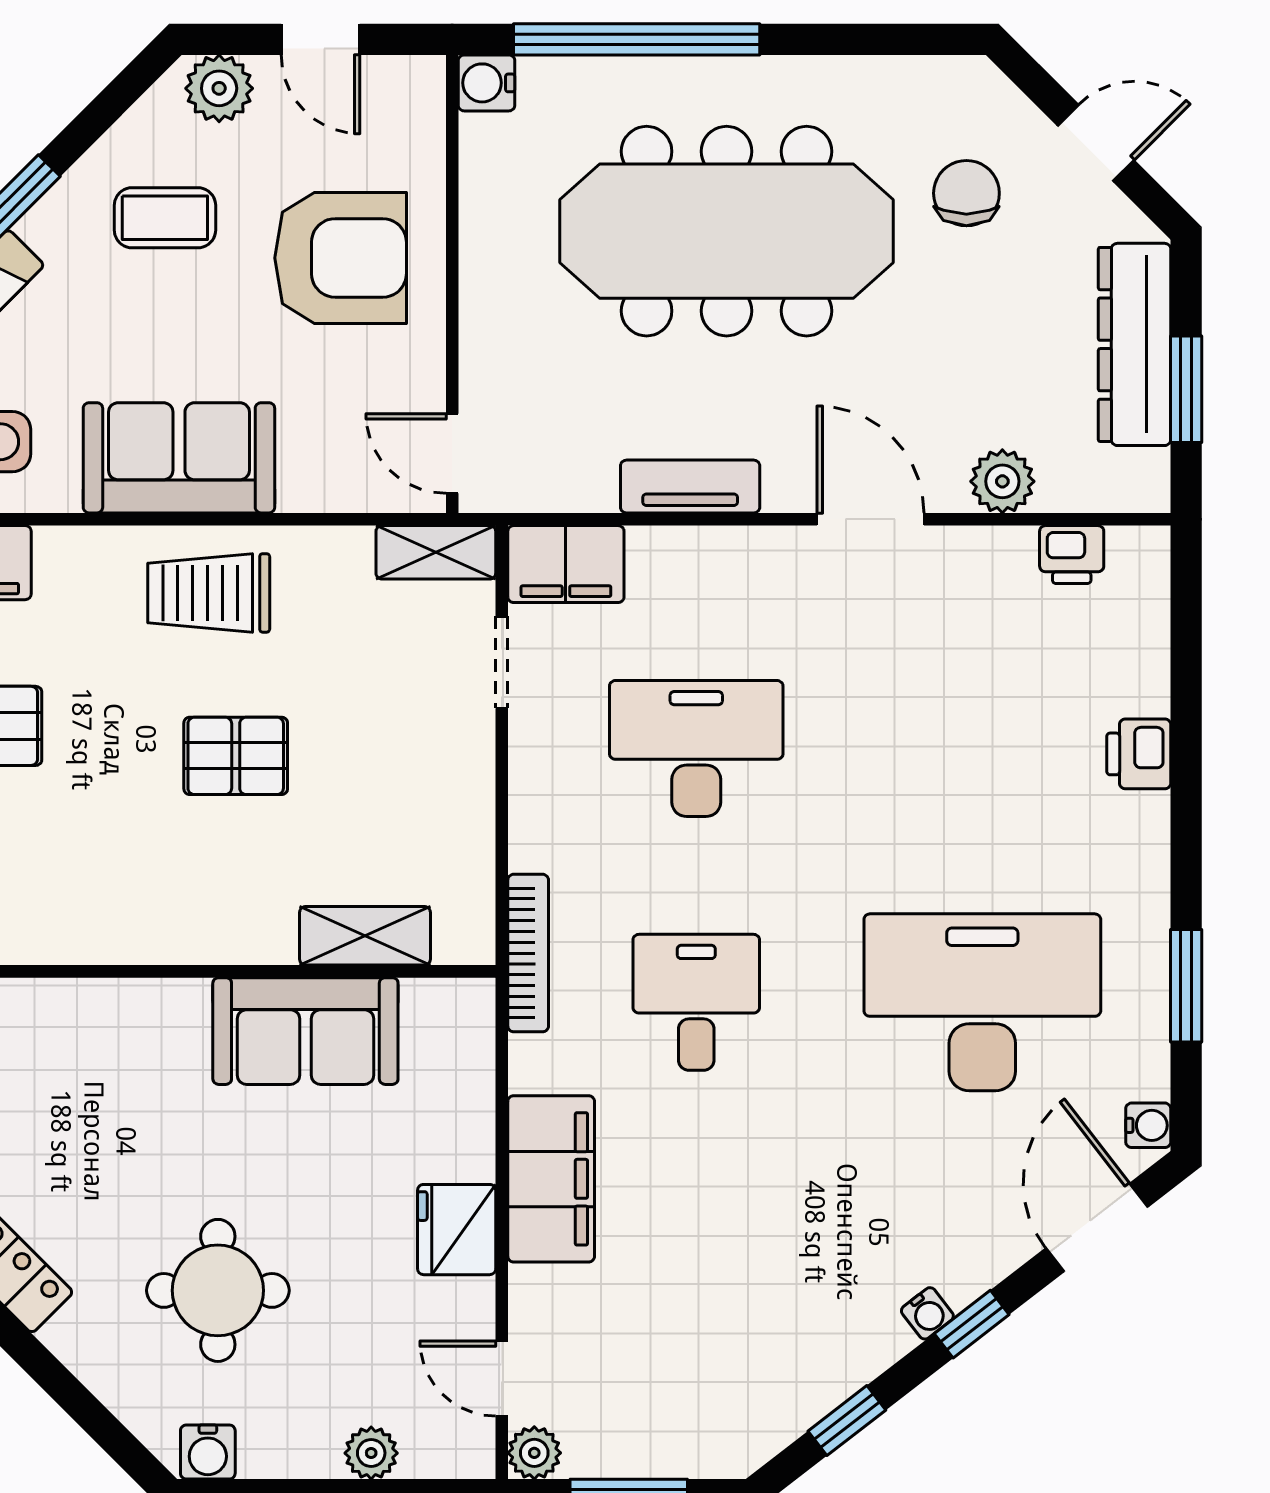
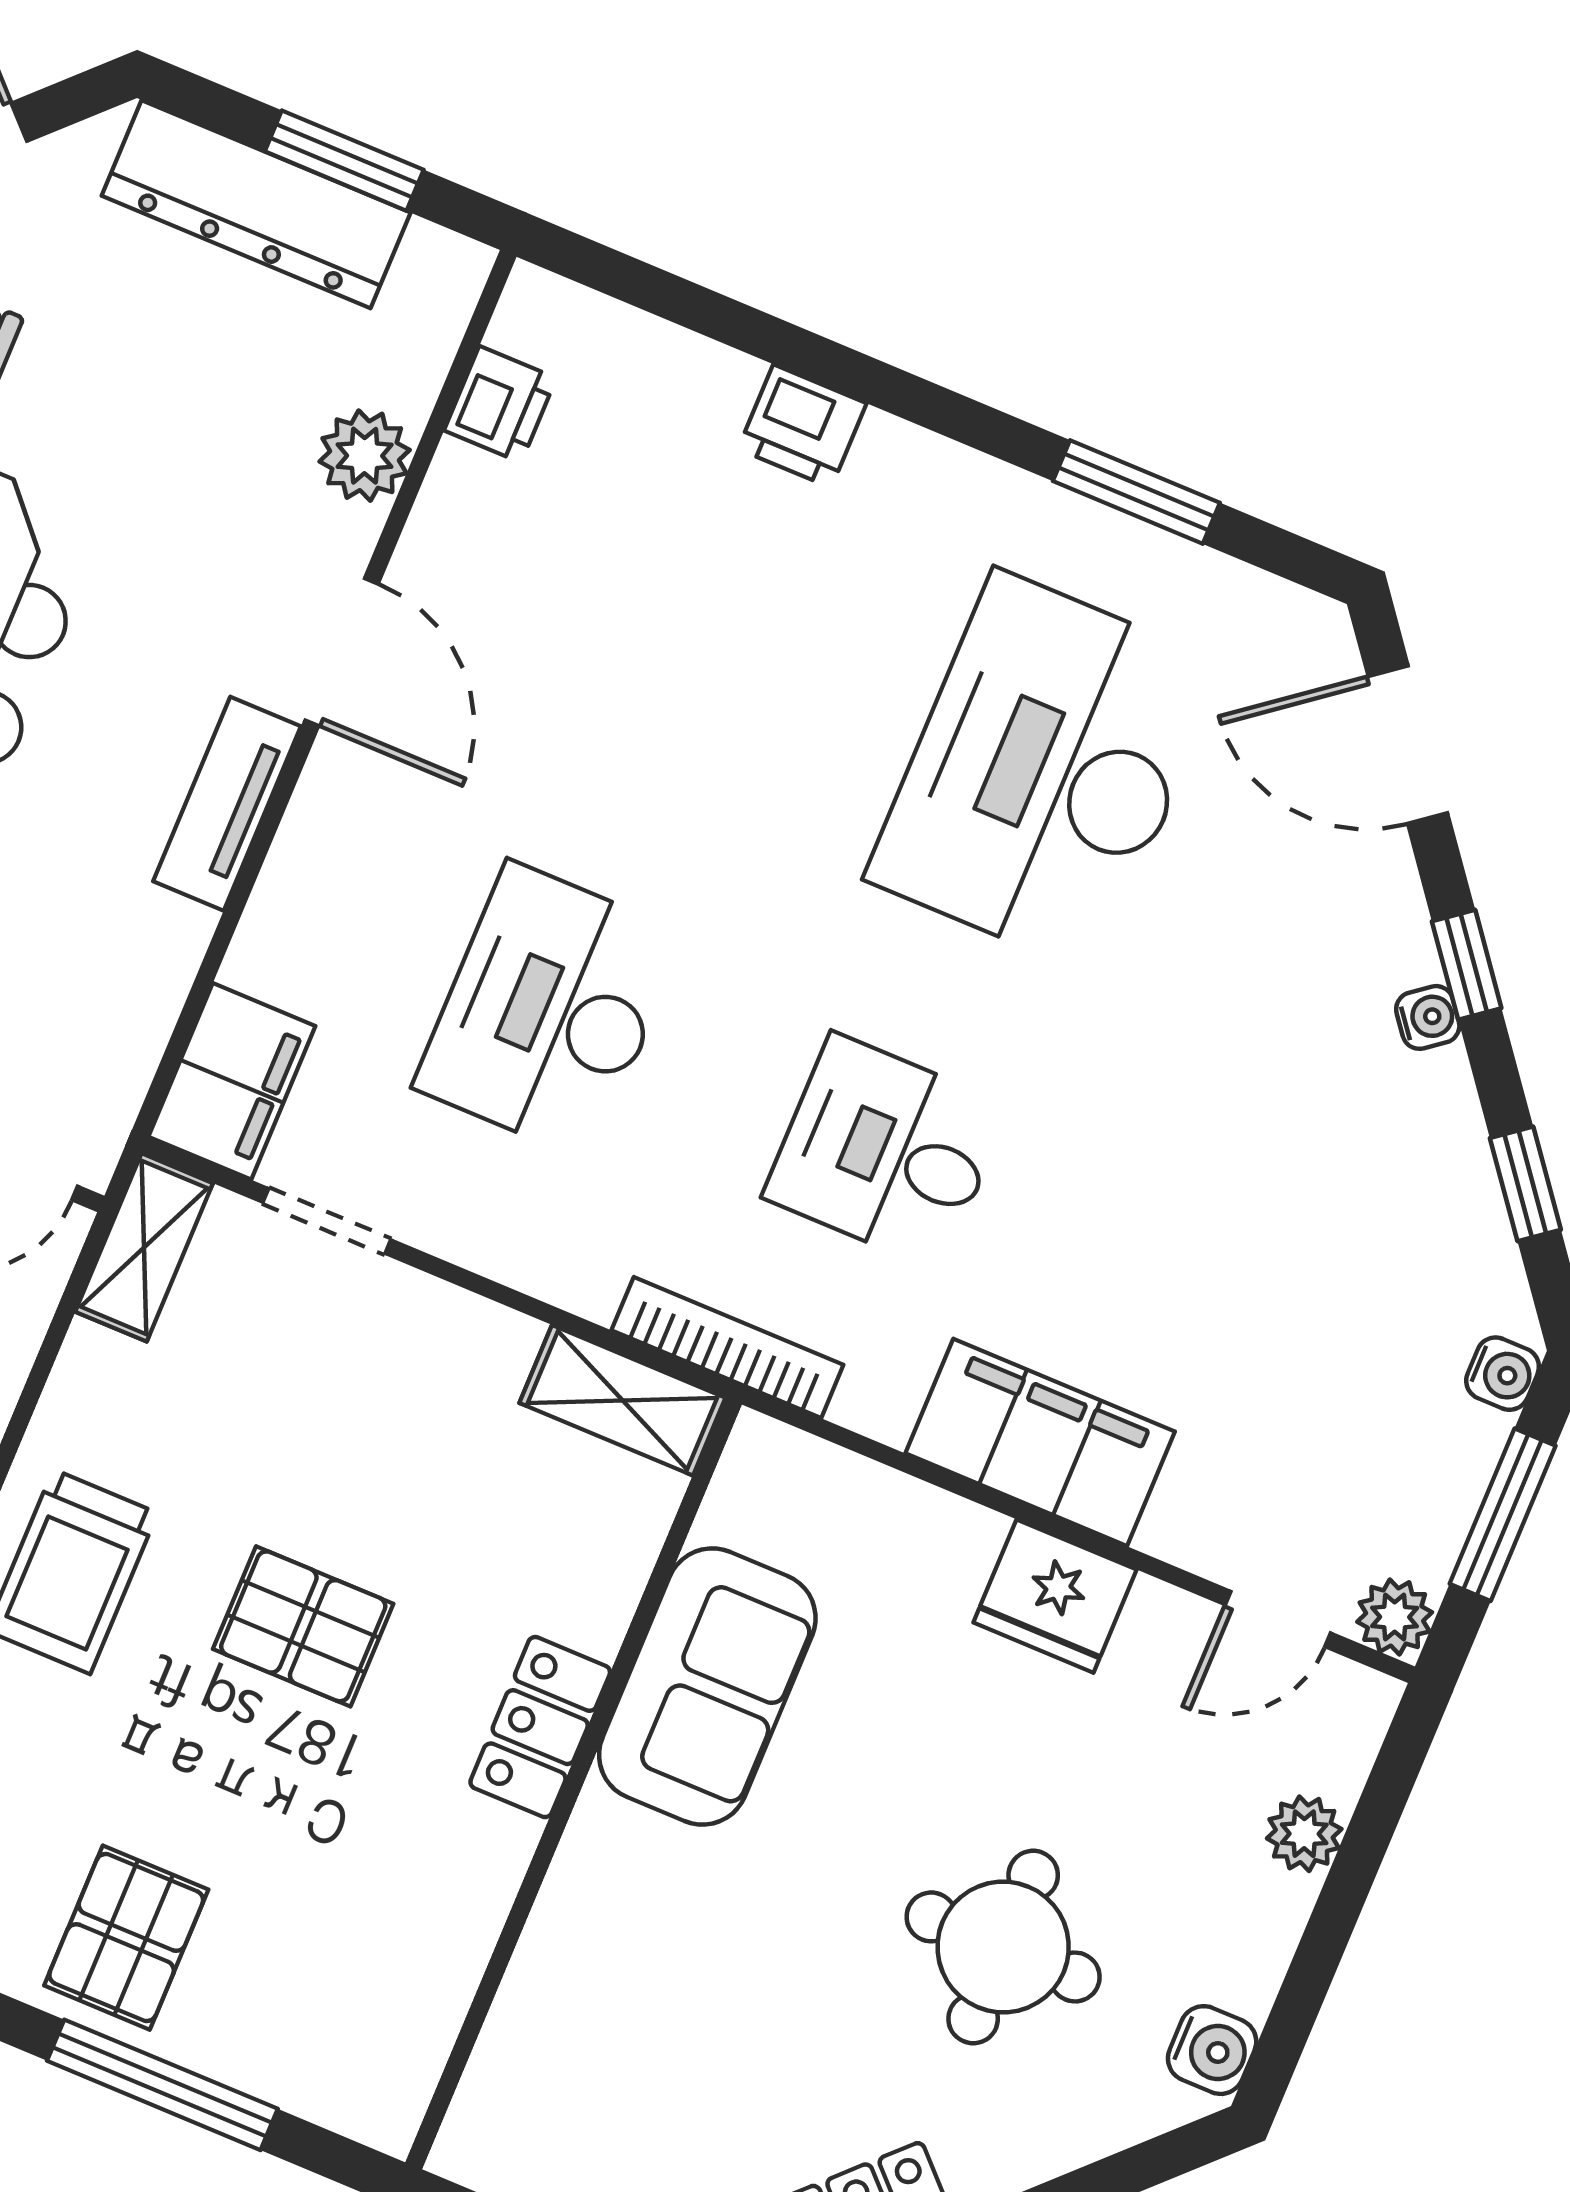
tv unit: (690, 487) -> (227, 804), moved
door: (871, 519) -> (342, 652), swing flipped
pallet: (236, 756) -> (303, 1626), turned 90
locker: (235, 935) -> (540, 1727), added
shelving: (365, 936) -> (622, 1400), moved, turned 90
water cooler: (1148, 1125) -> (1503, 1374), moved, turned 90

